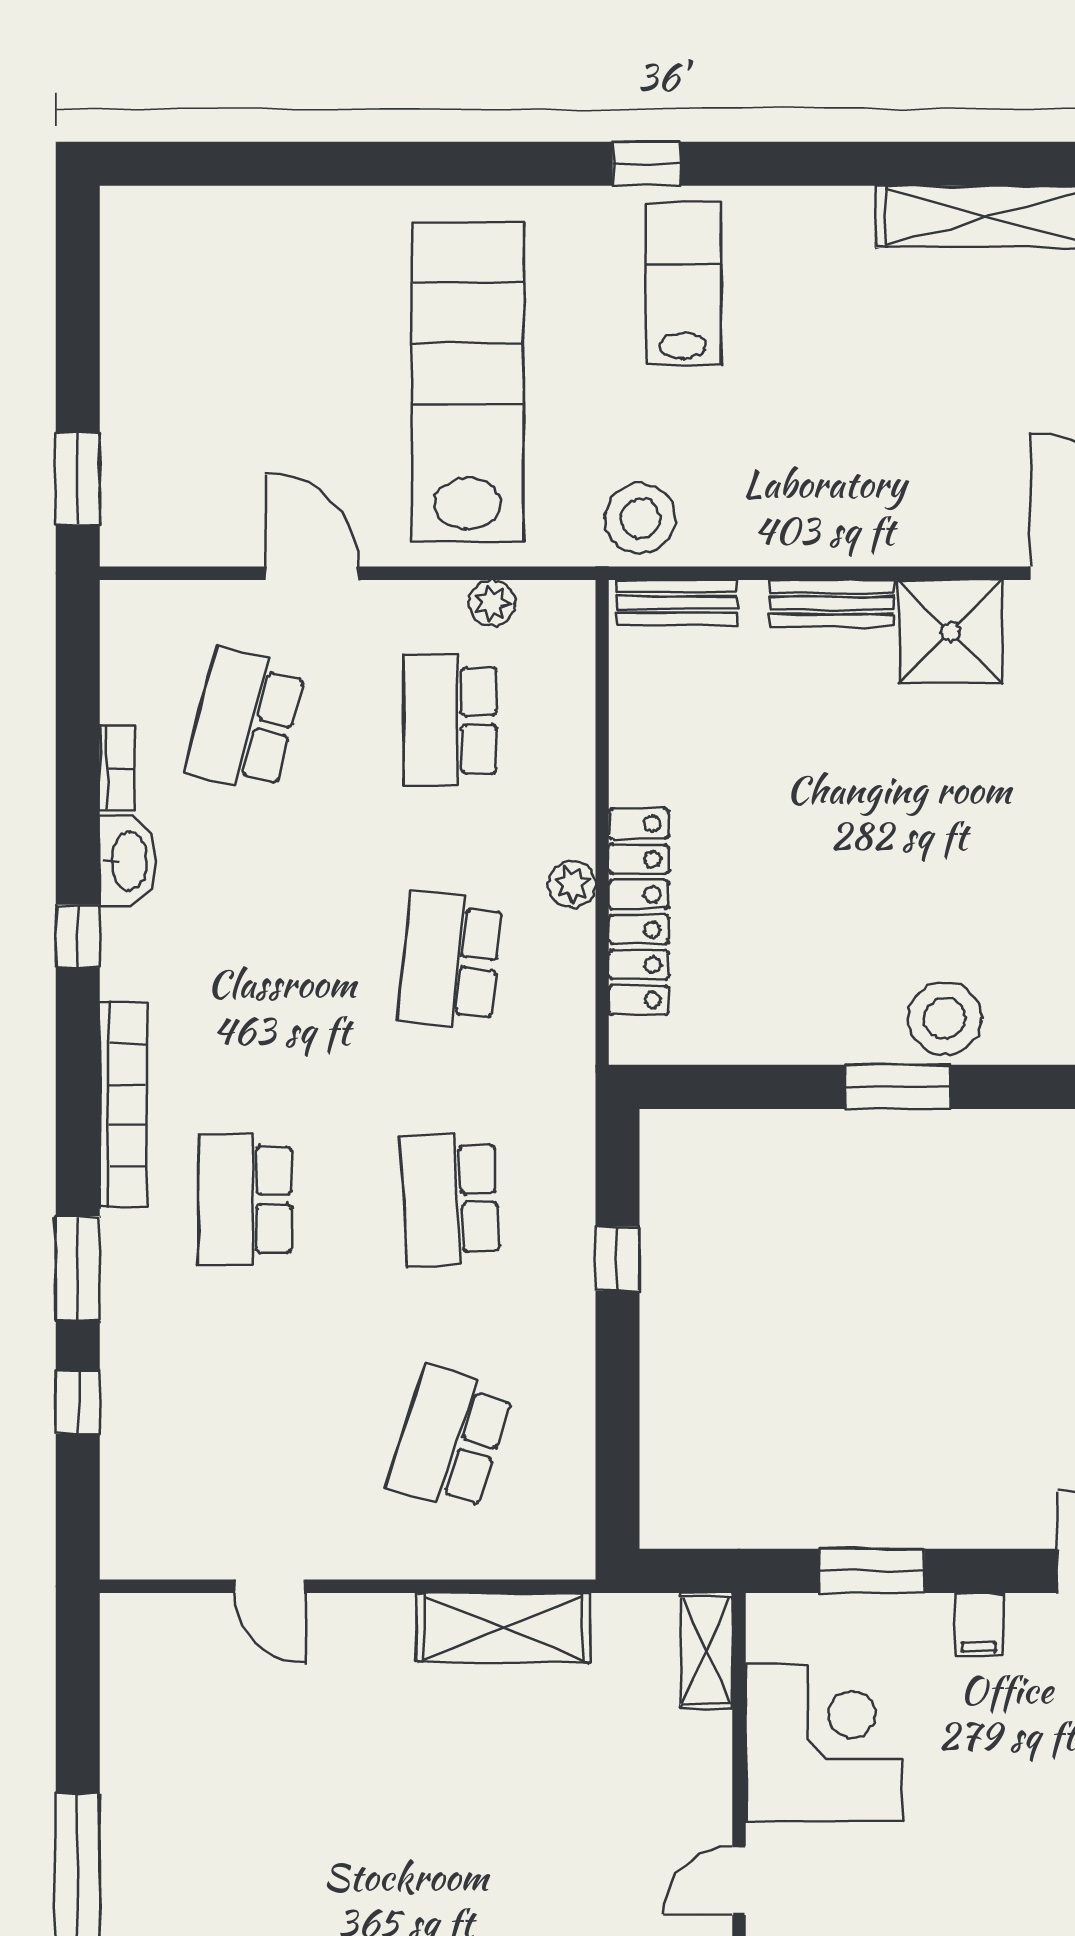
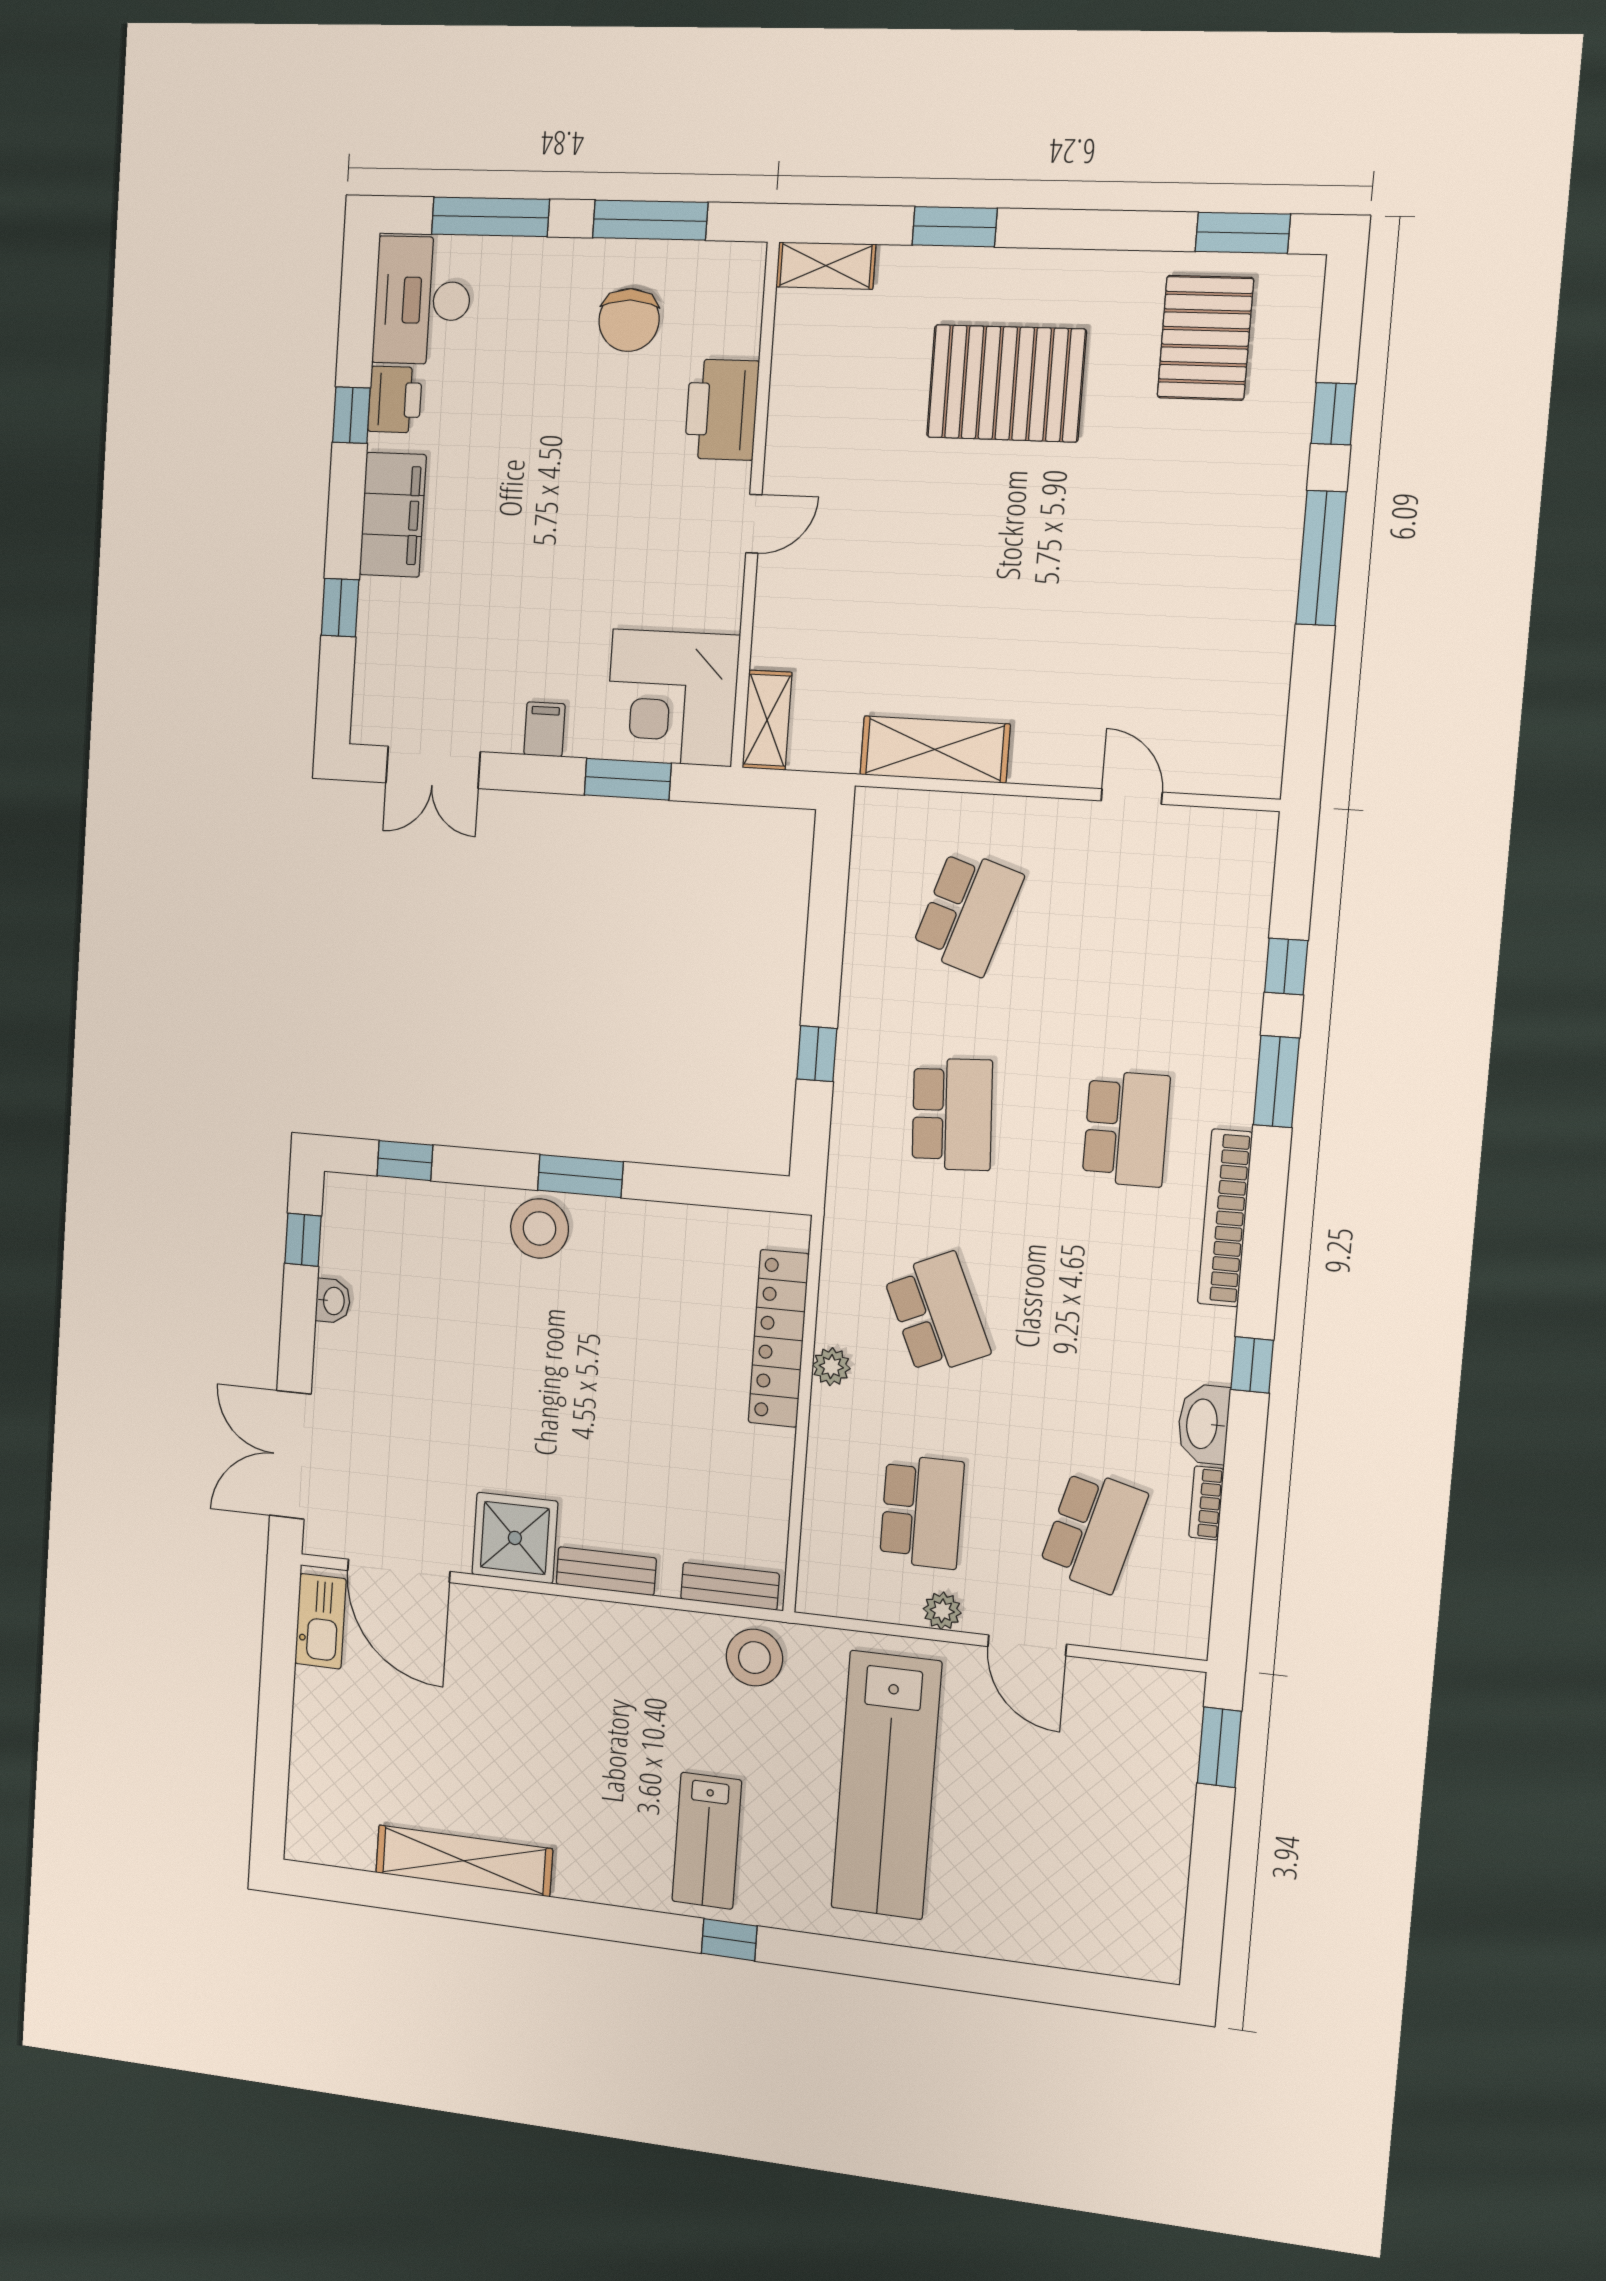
plant: (492, 603) -> (942, 1611), moved
school desk: (450, 960) -> (937, 1314), turned -30
corner desk: (824, 1743) -> (672, 698), moved

